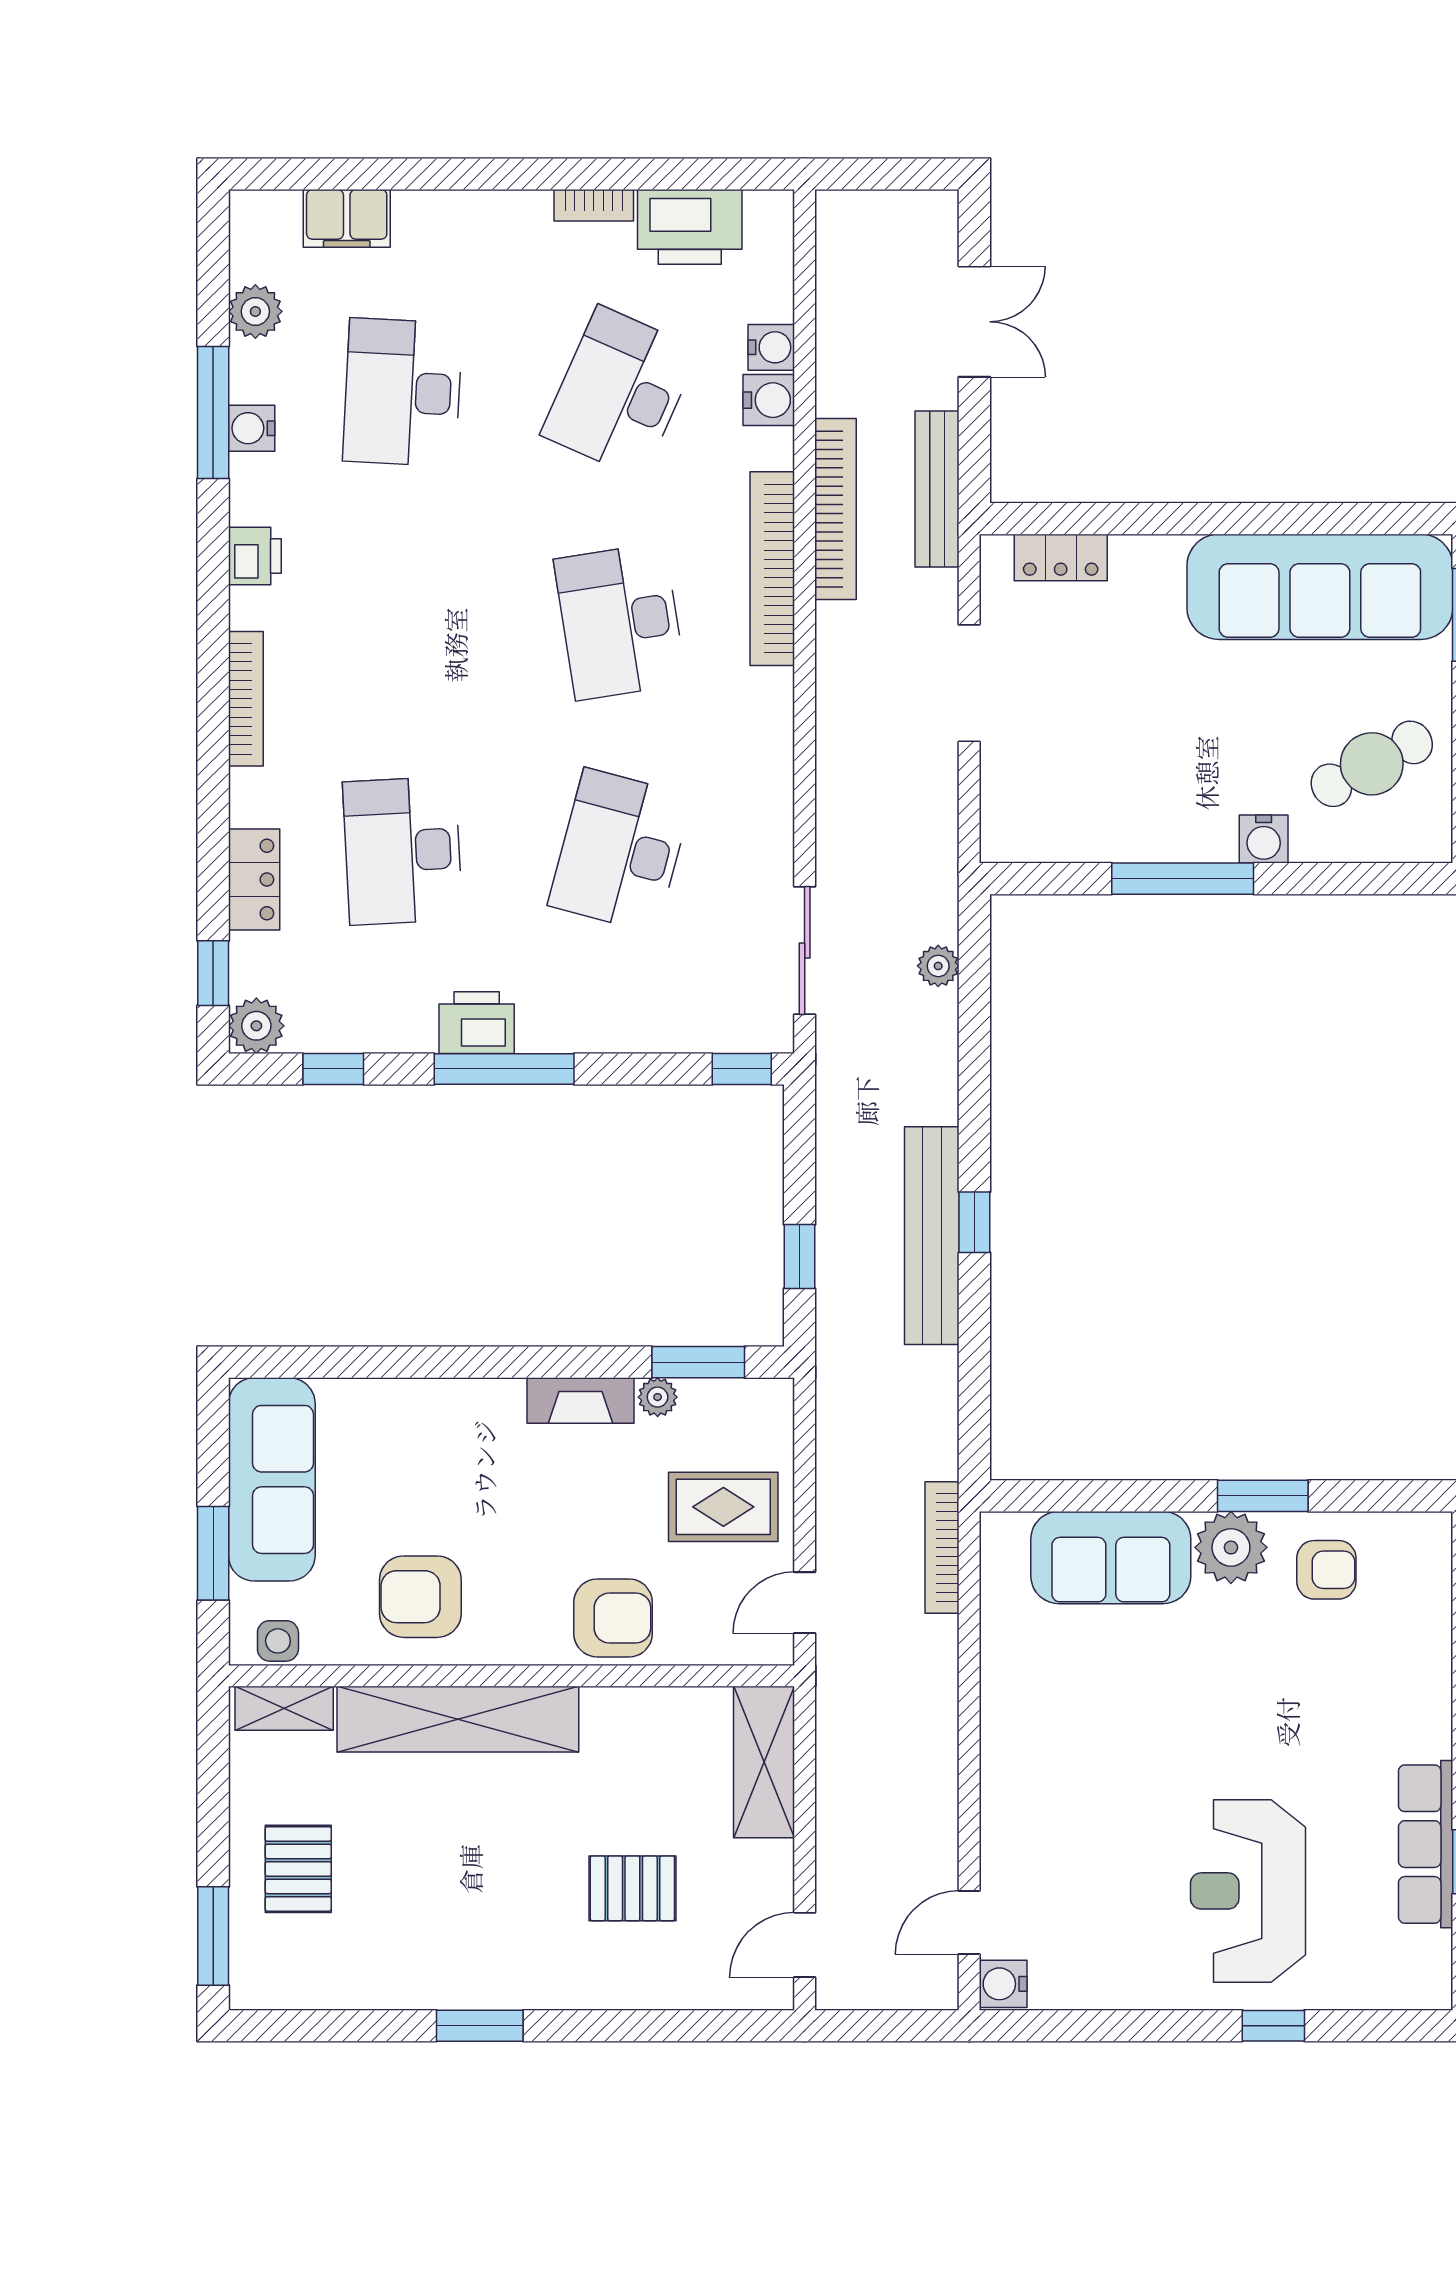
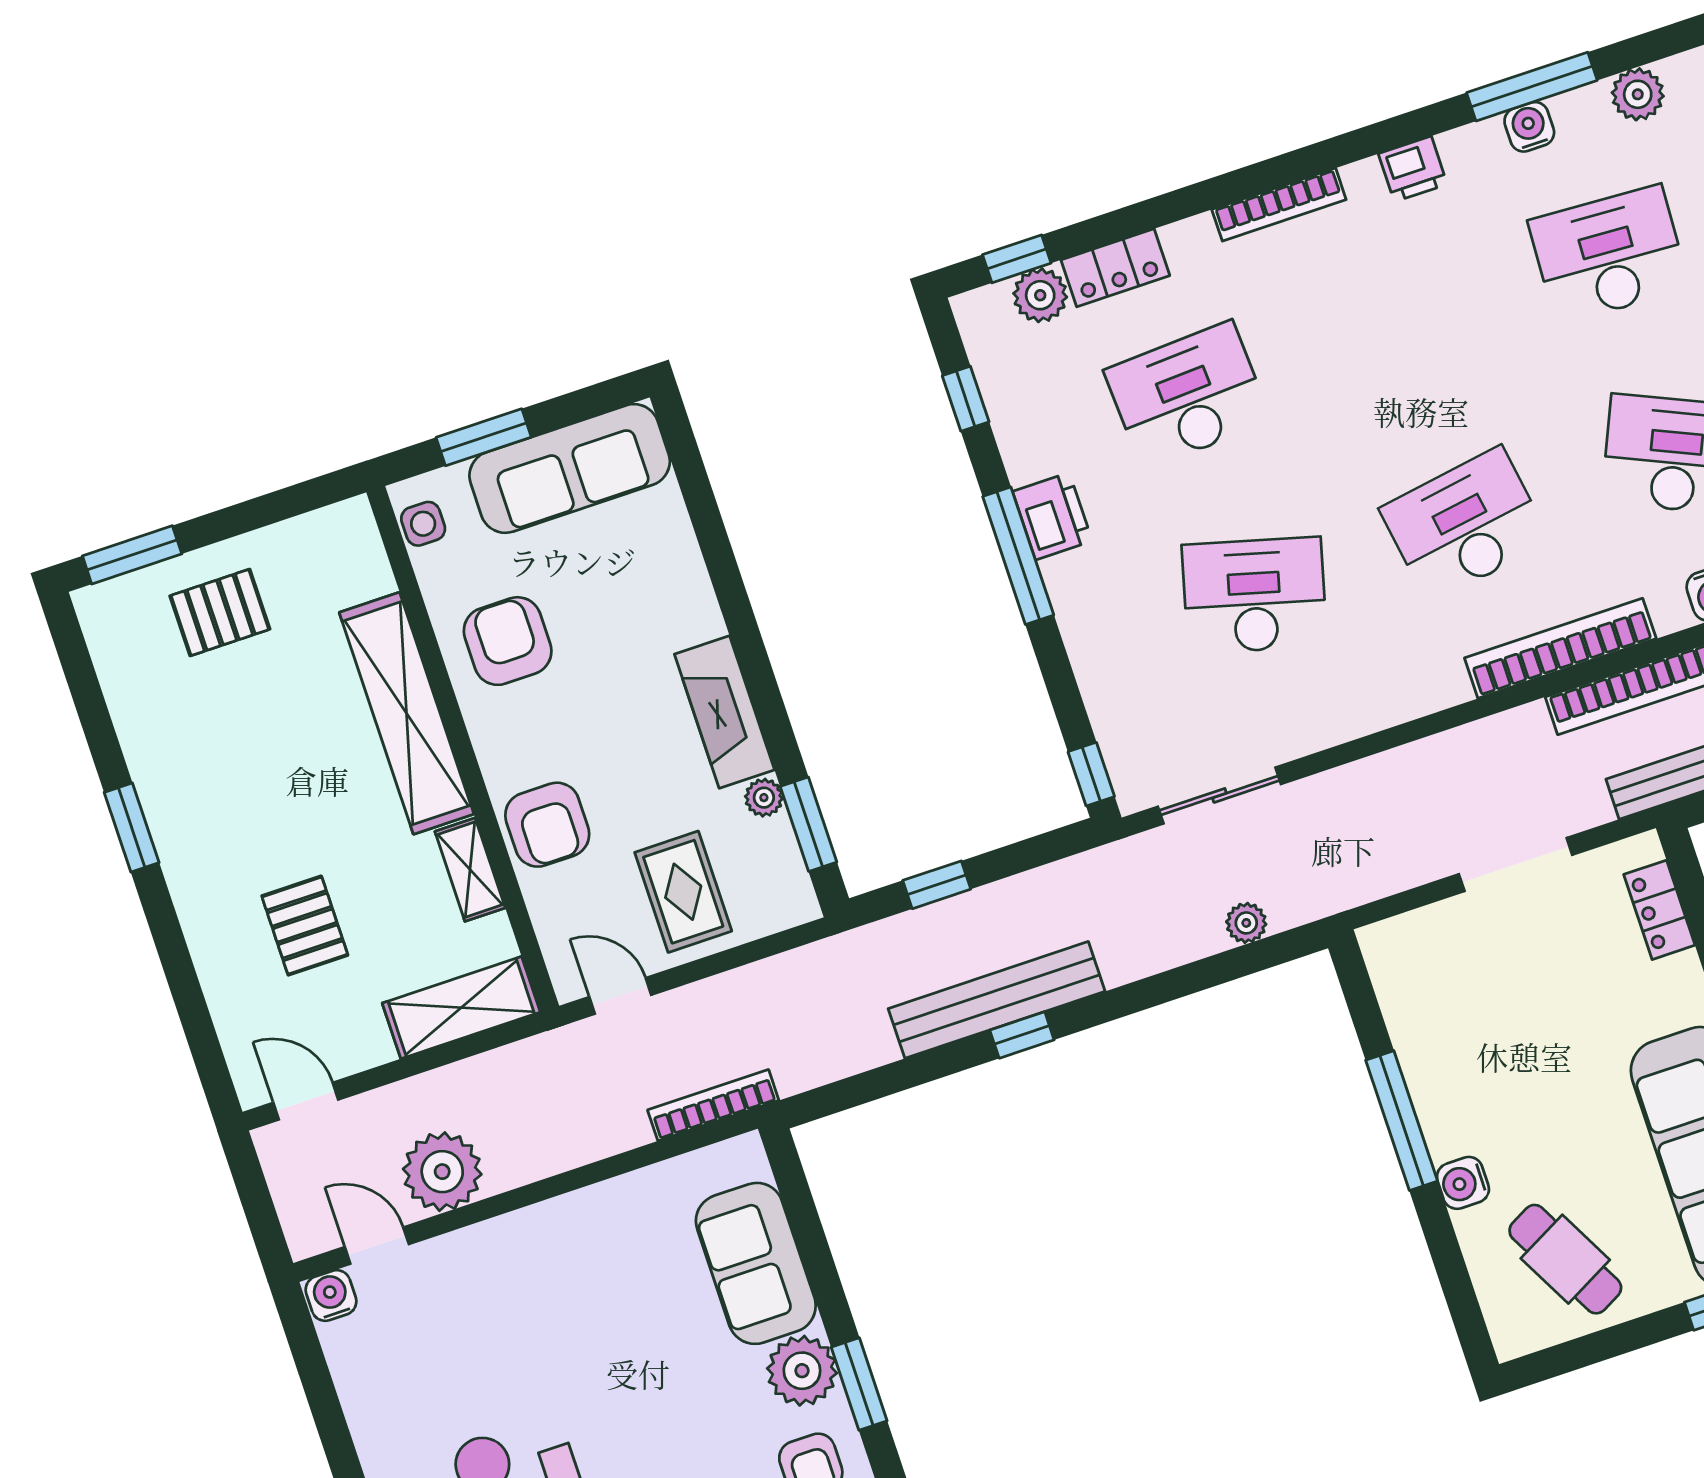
plant: (256, 1026) -> (1040, 295), moved
fireplace: (581, 1400) -> (724, 712), width x1.37, depth x1.32
shelving: (284, 1708) -> (470, 870), moved
plant: (918, 1834) -> (442, 1172), added

